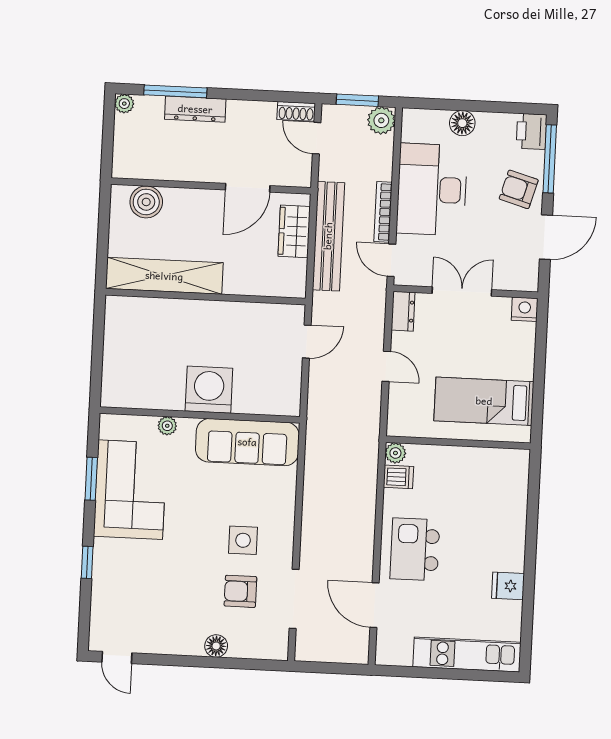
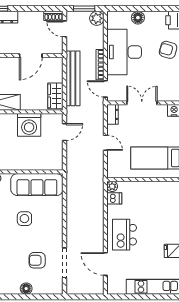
wardrobe: (294, 231) -> (55, 96), moved
washing machine: (209, 390) -> (29, 125), moved, turned 180
side table: (243, 540) -> (24, 219), moved

